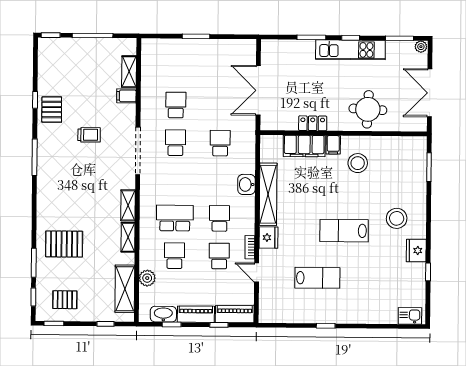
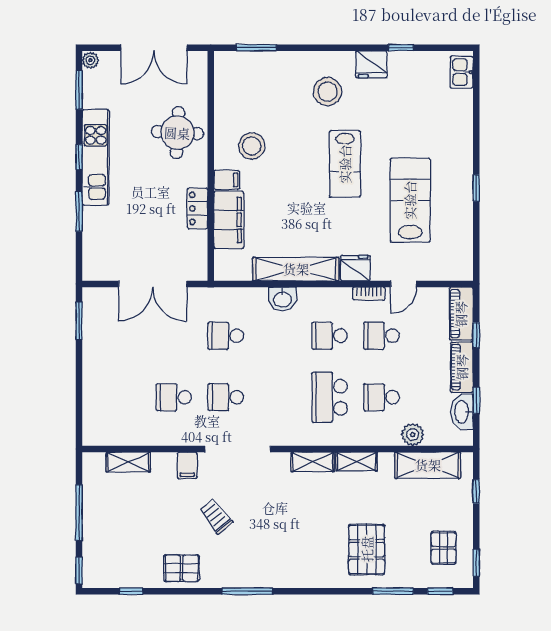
window: (196, 36) -> (79, 321), moved
filing cabinet: (126, 96) -> (187, 465), moved
window: (35, 100) -> (131, 591), moved
trolley: (89, 135) -> (216, 516), turned -39
lab bench: (317, 278) -> (410, 200), width x1.36, depth x1.39

